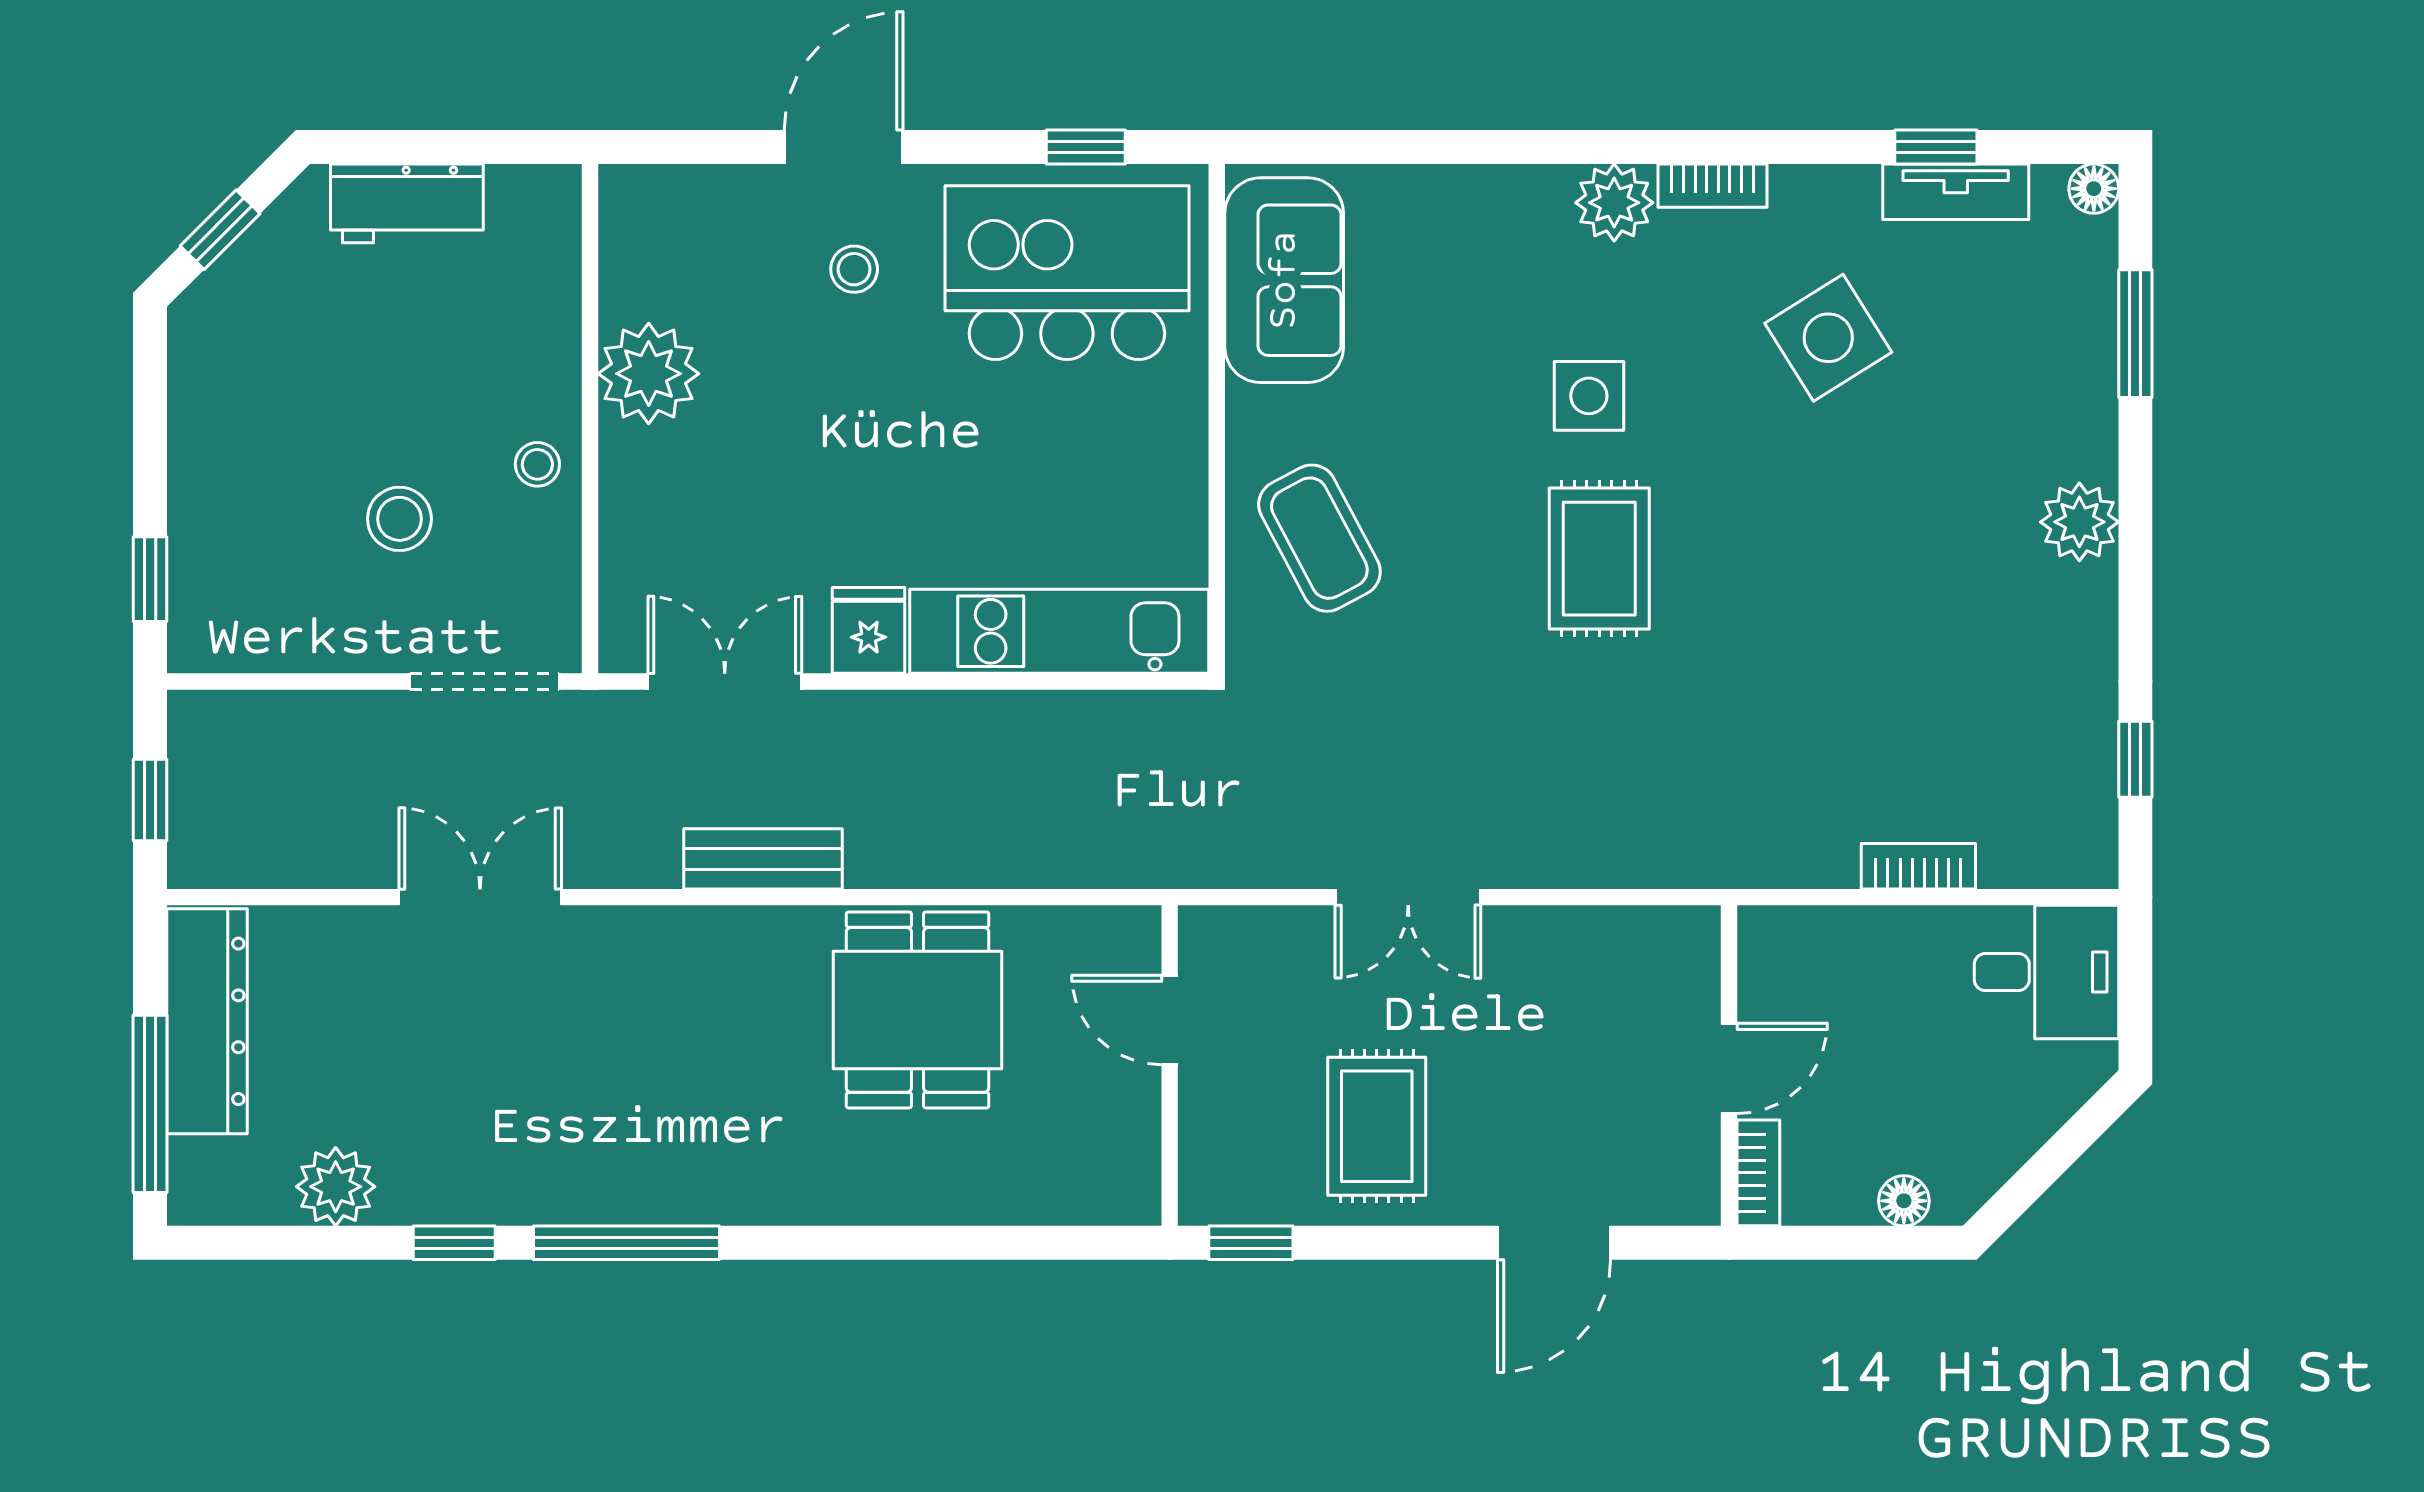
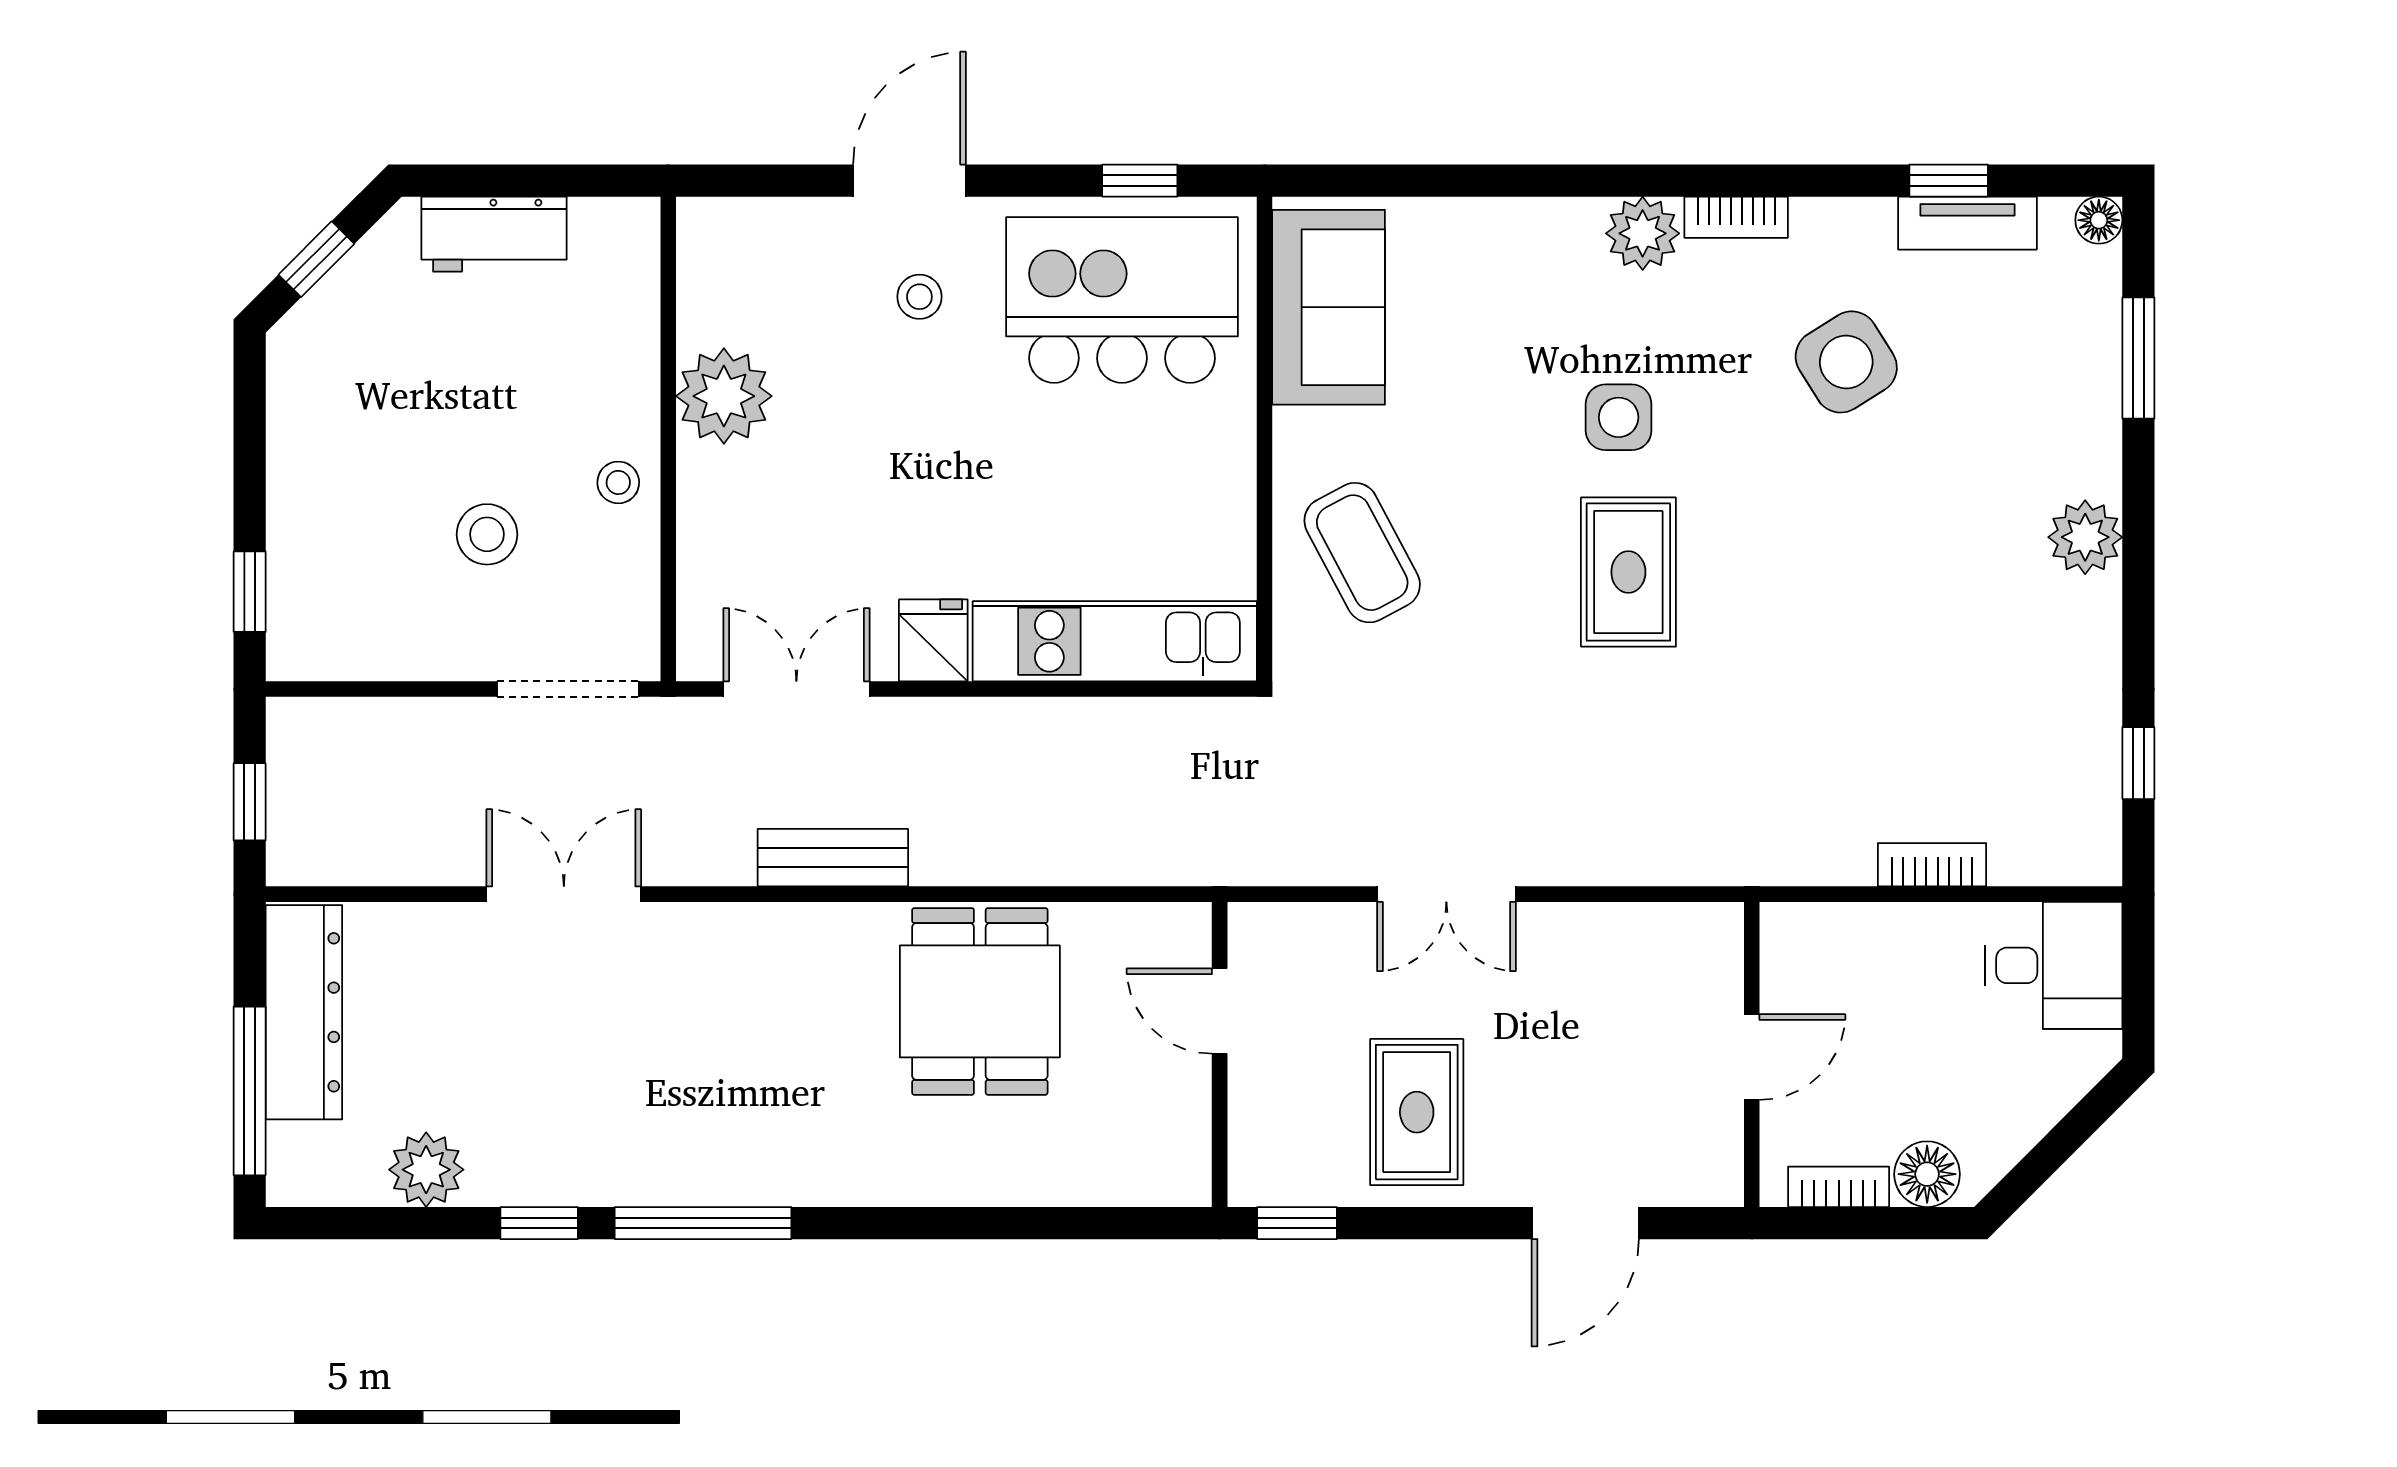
bookcase: (1758, 1173) -> (1839, 1187), moved, turned -90
floor lamp: (1904, 1201) -> (1927, 1174), width x1.37, depth x1.37

